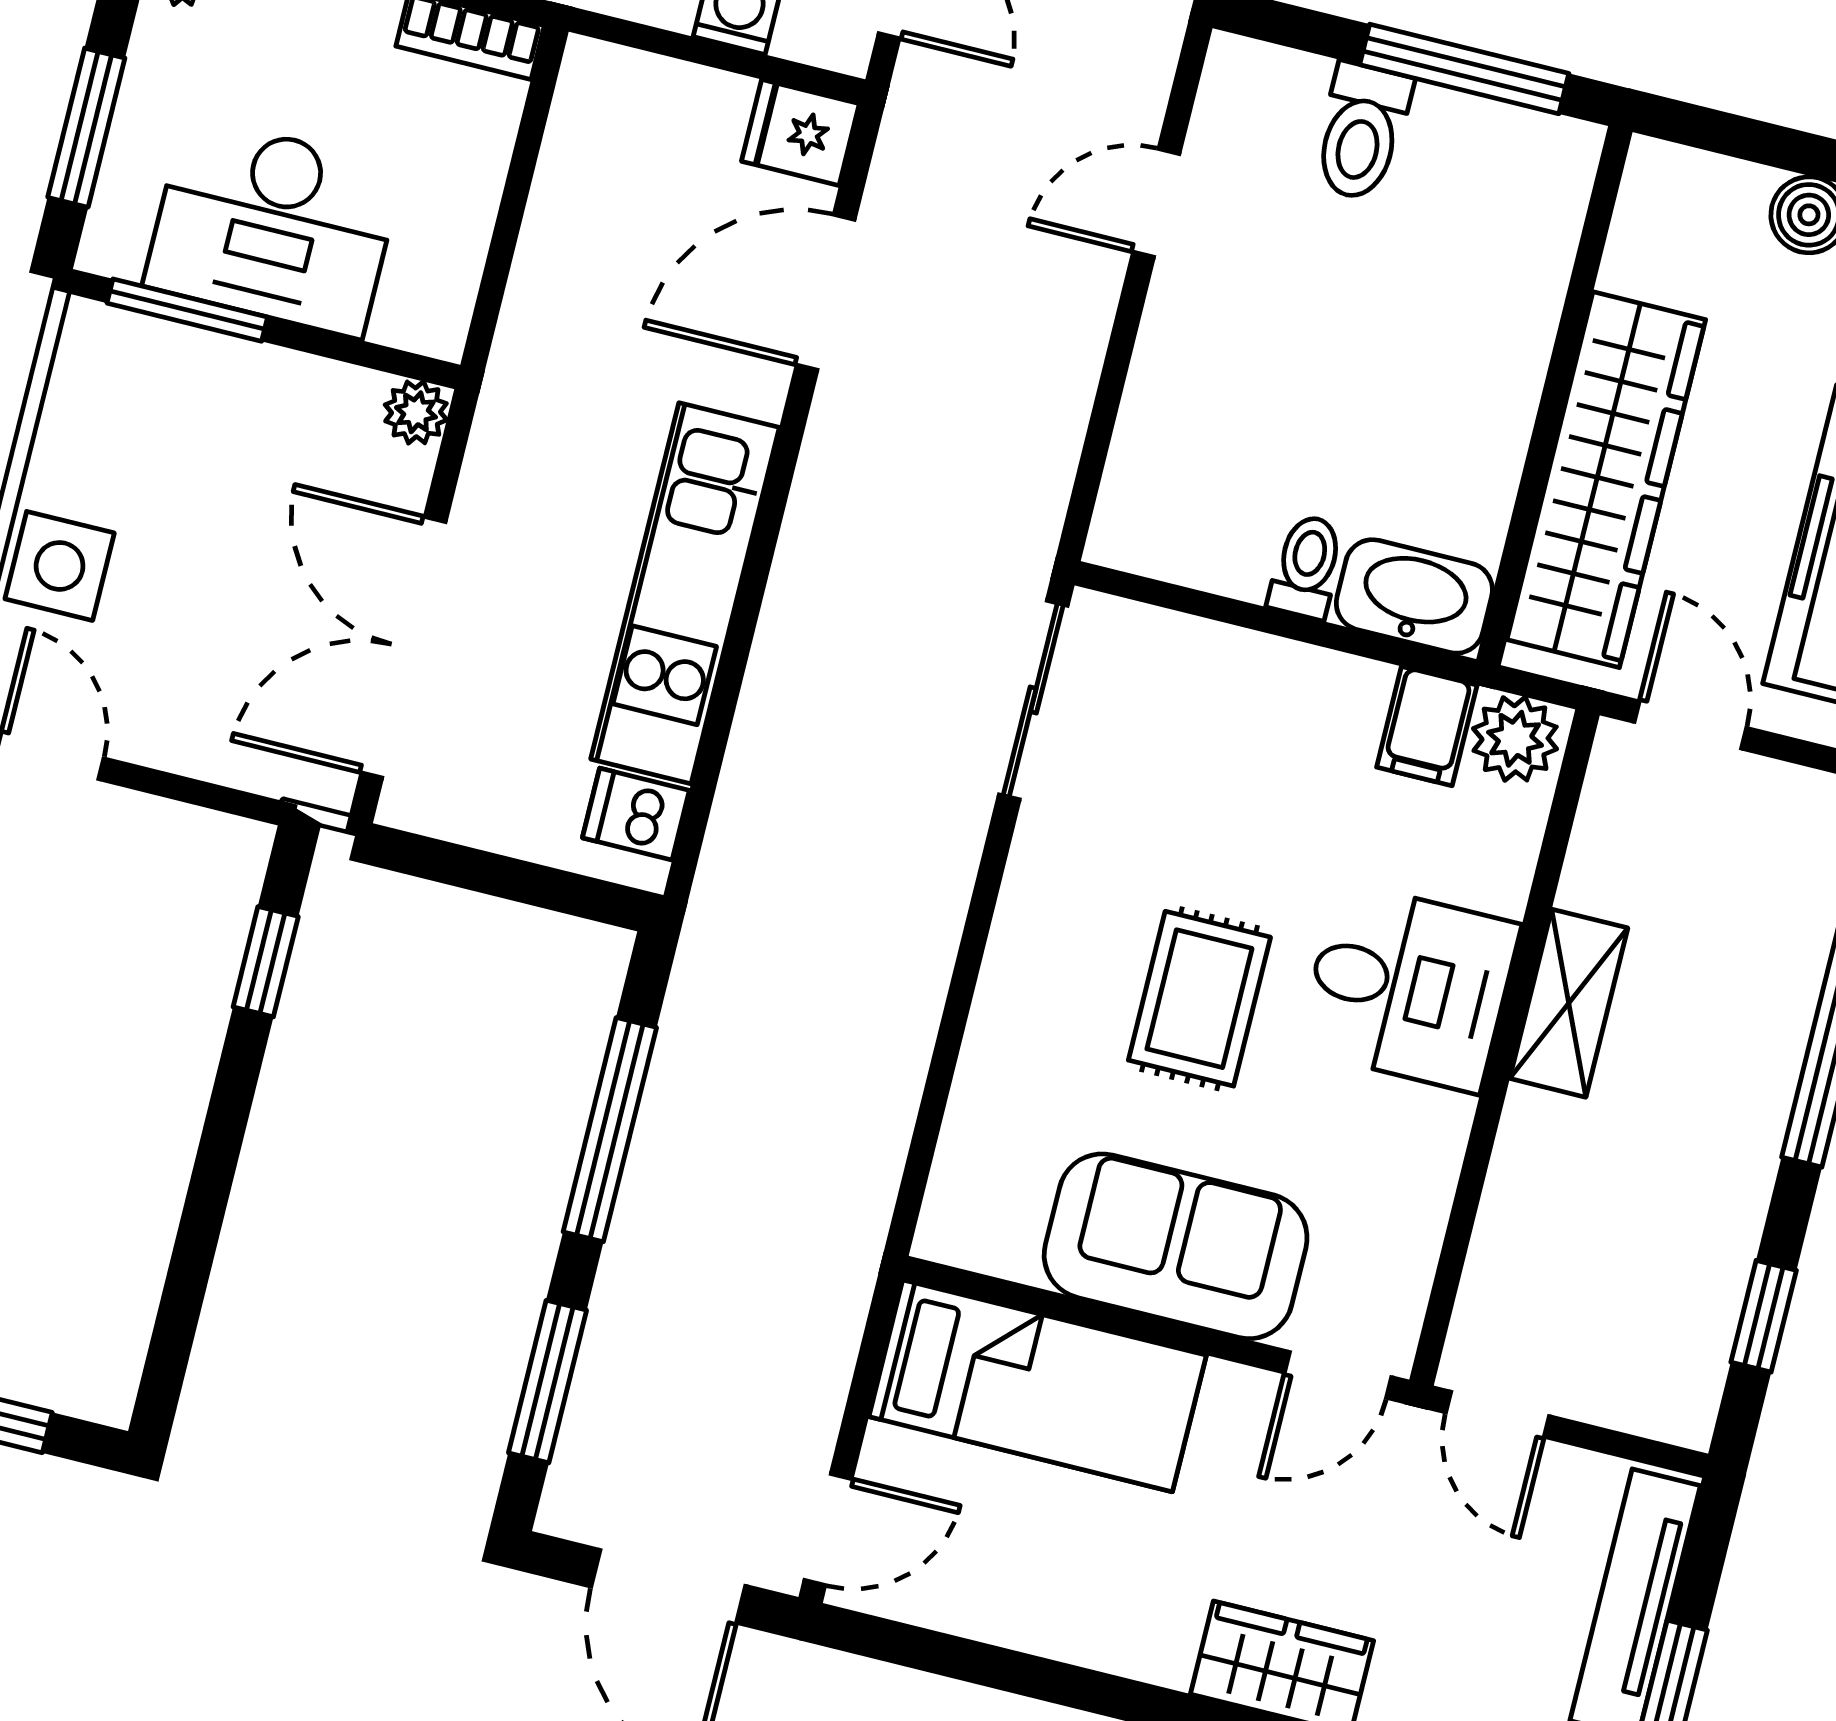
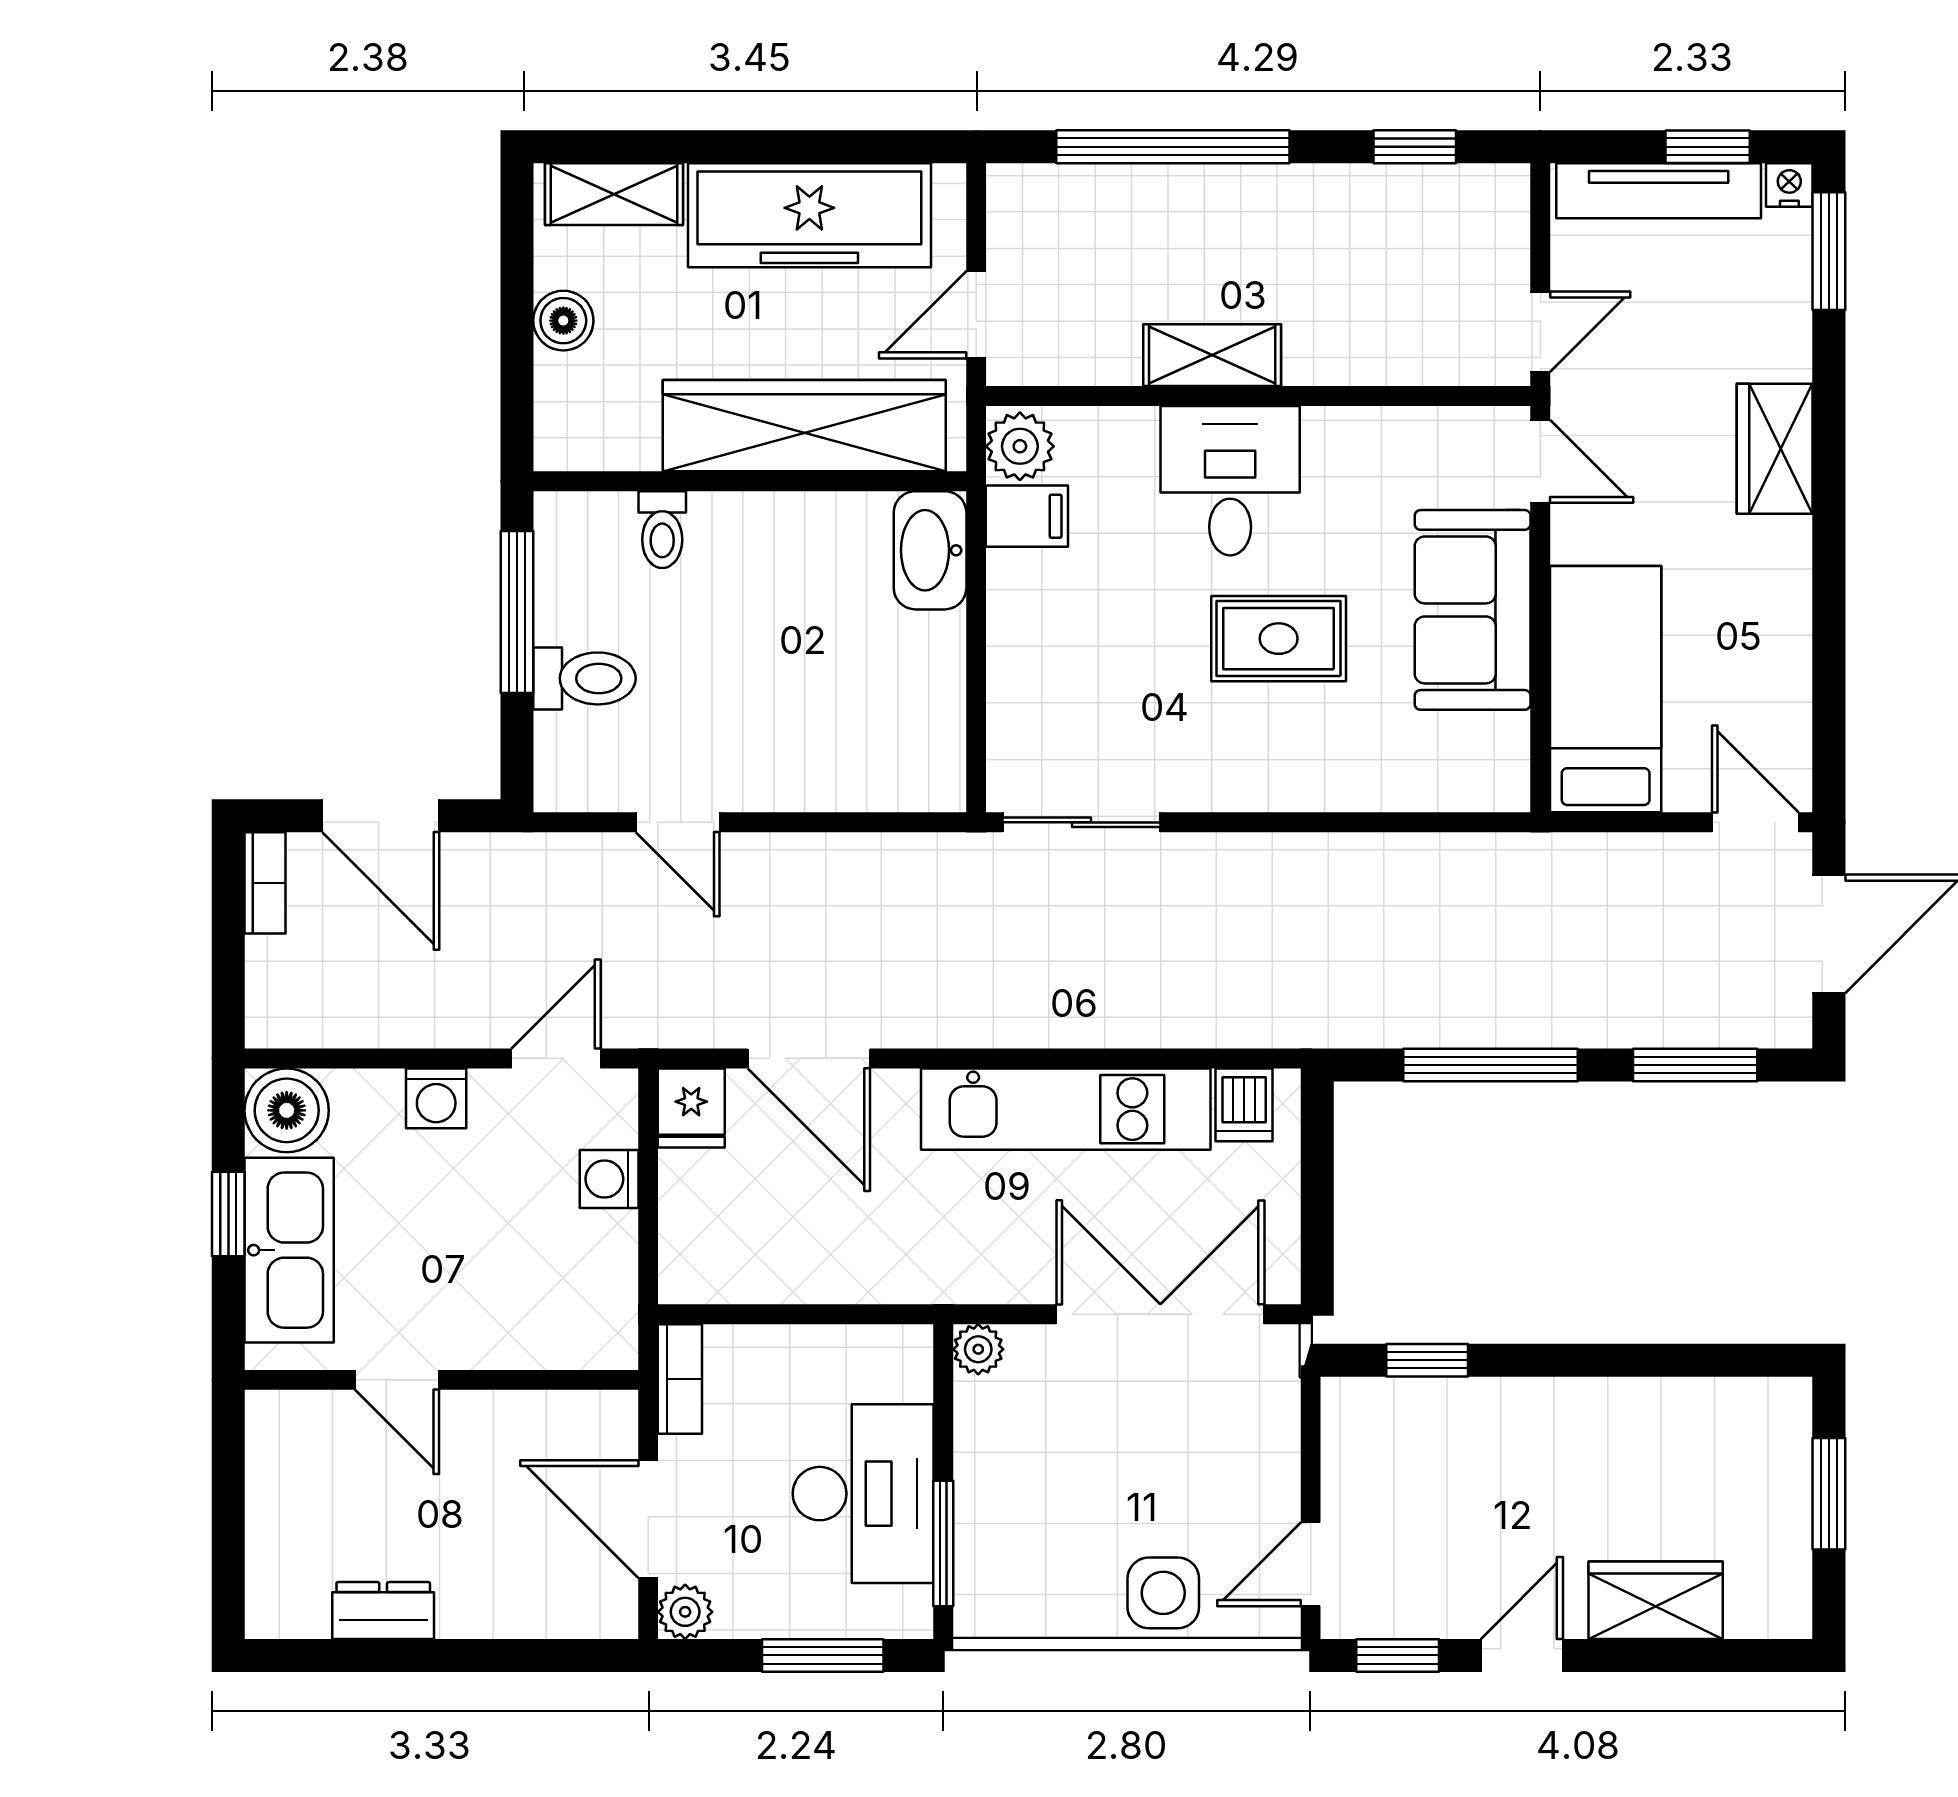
toilet: (1307, 567) -> (662, 530), moved, turned -90
double door: (403, 647) -> (1160, 1314), swing flipped

